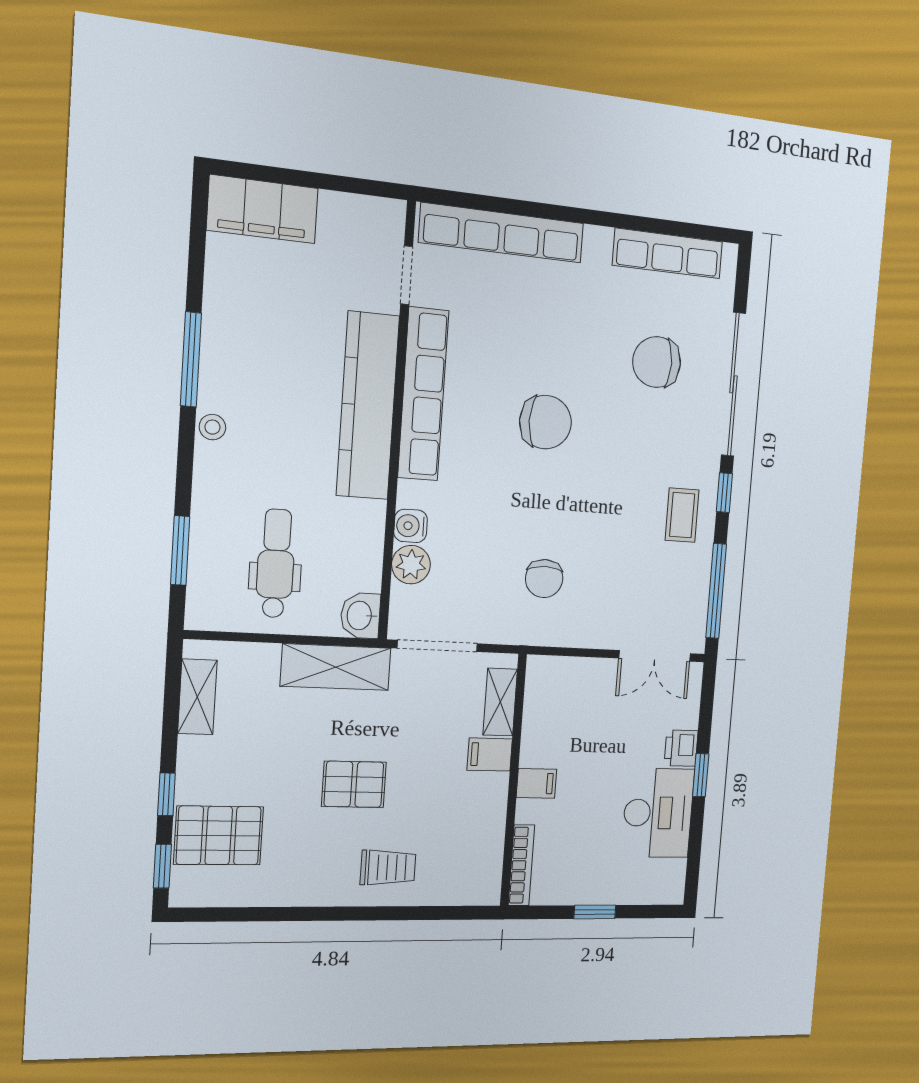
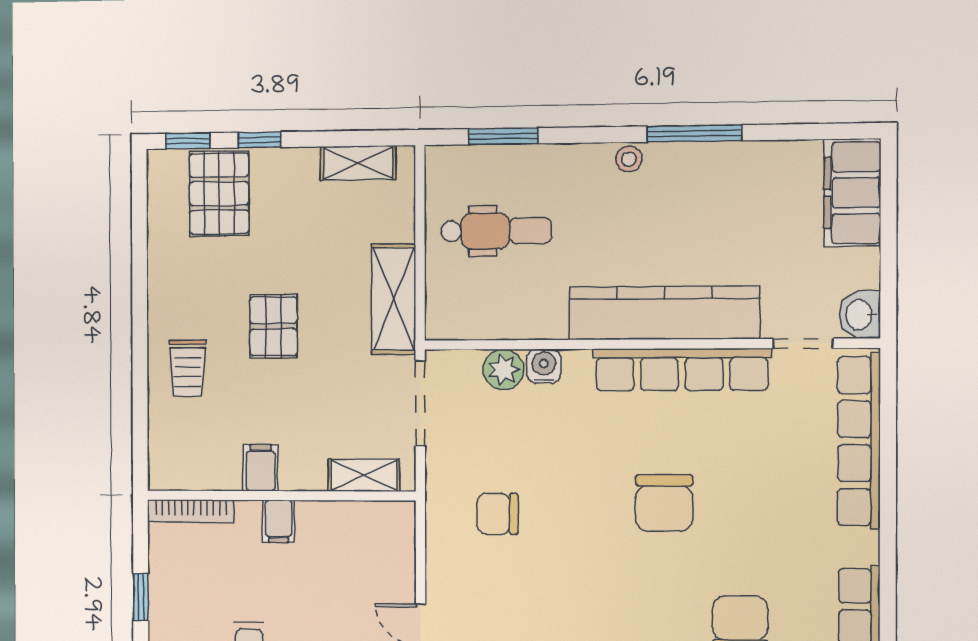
washbasin: (360, 616) -> (860, 315), moved, turned -90
filing cabinet: (490, 754) -> (261, 468), moved

